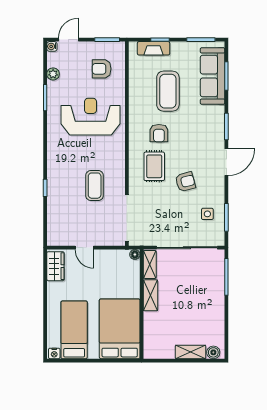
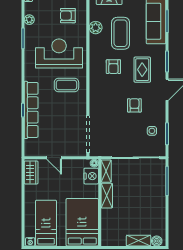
plant: (137, 84) -> (96, 28), added
rug: (154, 166) -> (142, 70), moved
armchair: (185, 182) -> (134, 105), turned -75
coffee table: (95, 186) -> (66, 85), moved, turned 90
row of seats: (55, 188) -> (31, 110), added
nightstand: (131, 271) -> (91, 176), added

